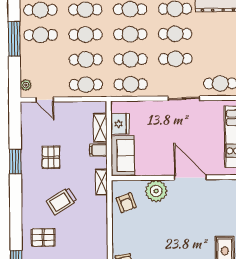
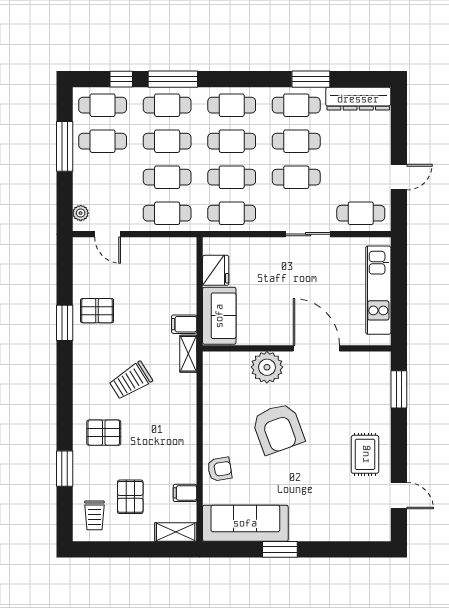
shelving: (100, 128) -> (187, 276), removed
filing cabinet: (98, 150) -> (184, 324), moved
pallet: (51, 157) -> (97, 311), moved, turned 90
armchair: (126, 203) -> (278, 429), moved, width x1.88, depth x1.88

